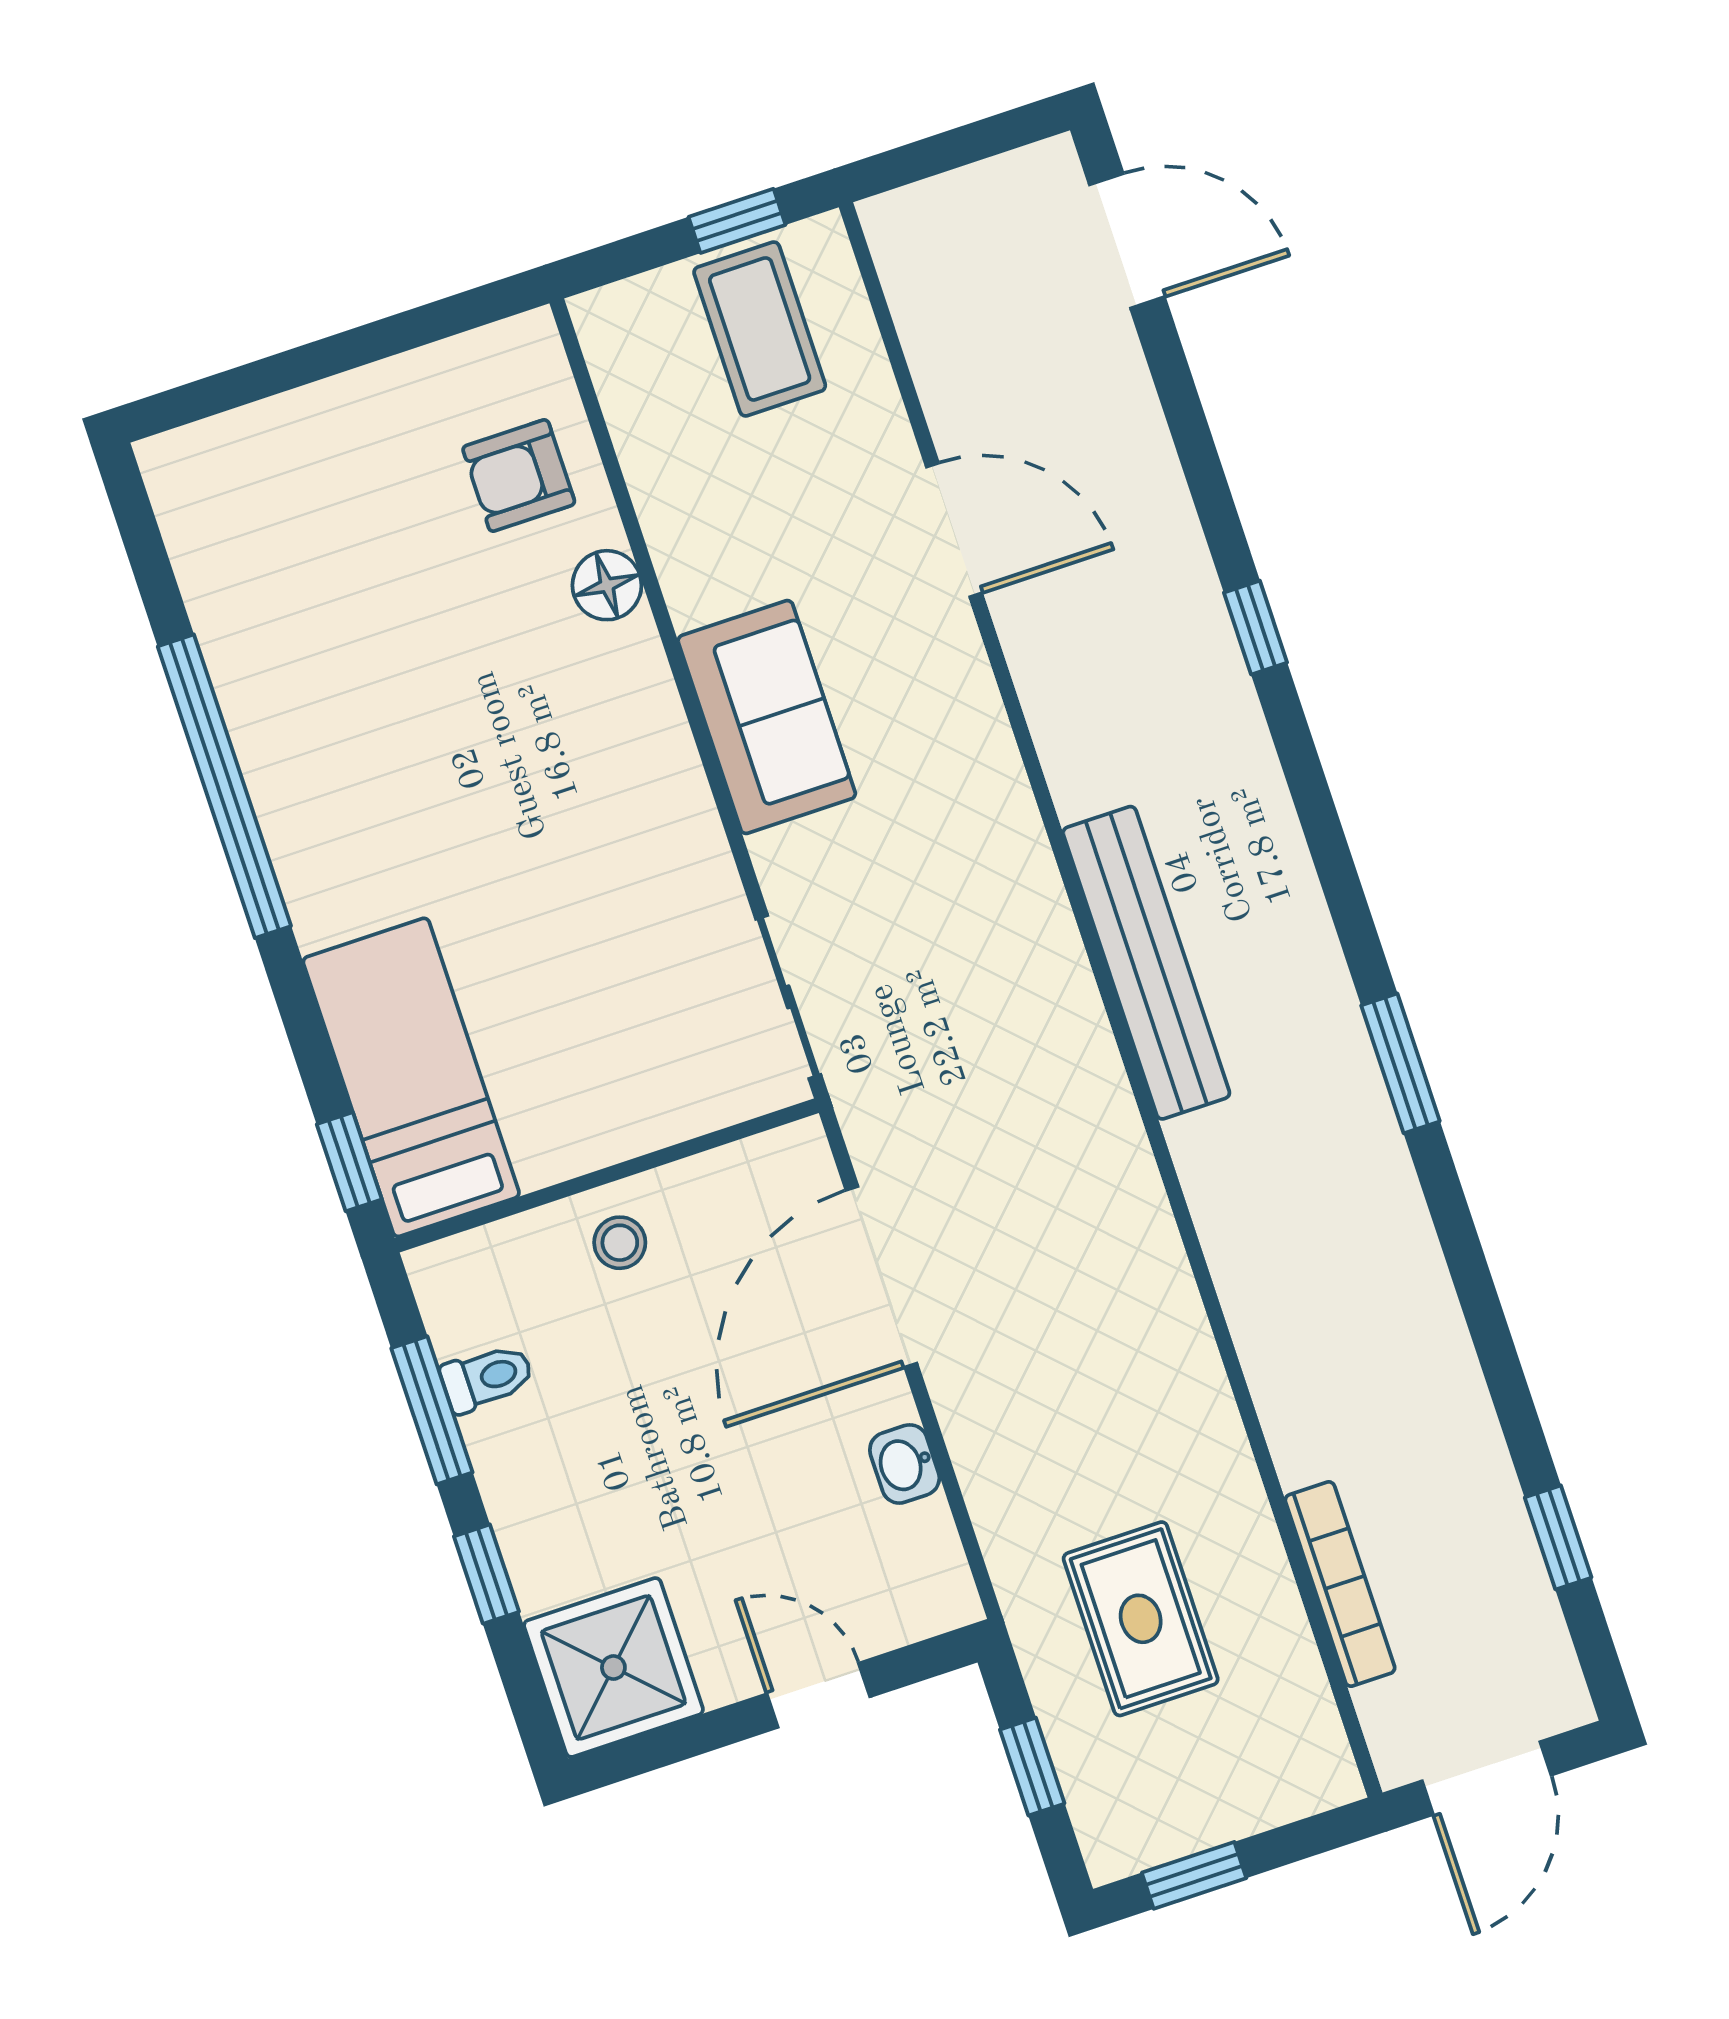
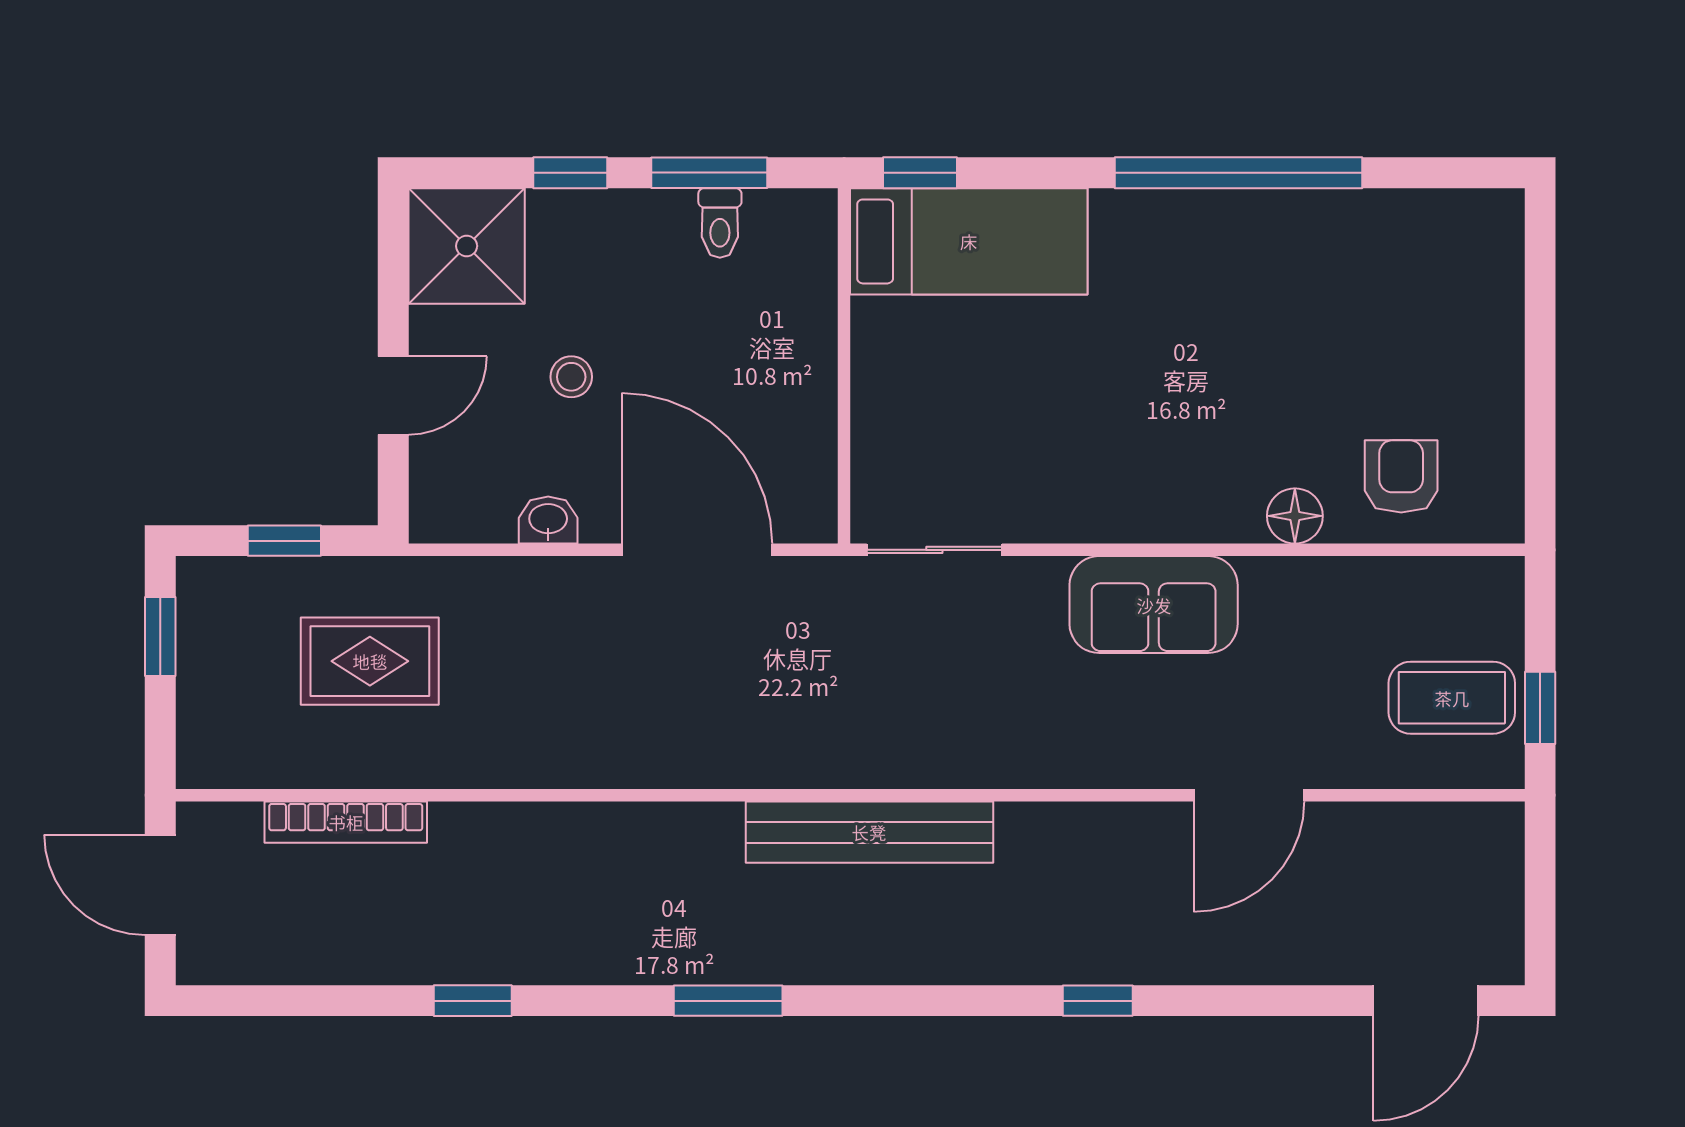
stool: (620, 1243) -> (571, 377), moved
window: (1558, 1537) -> (473, 1001), moved

